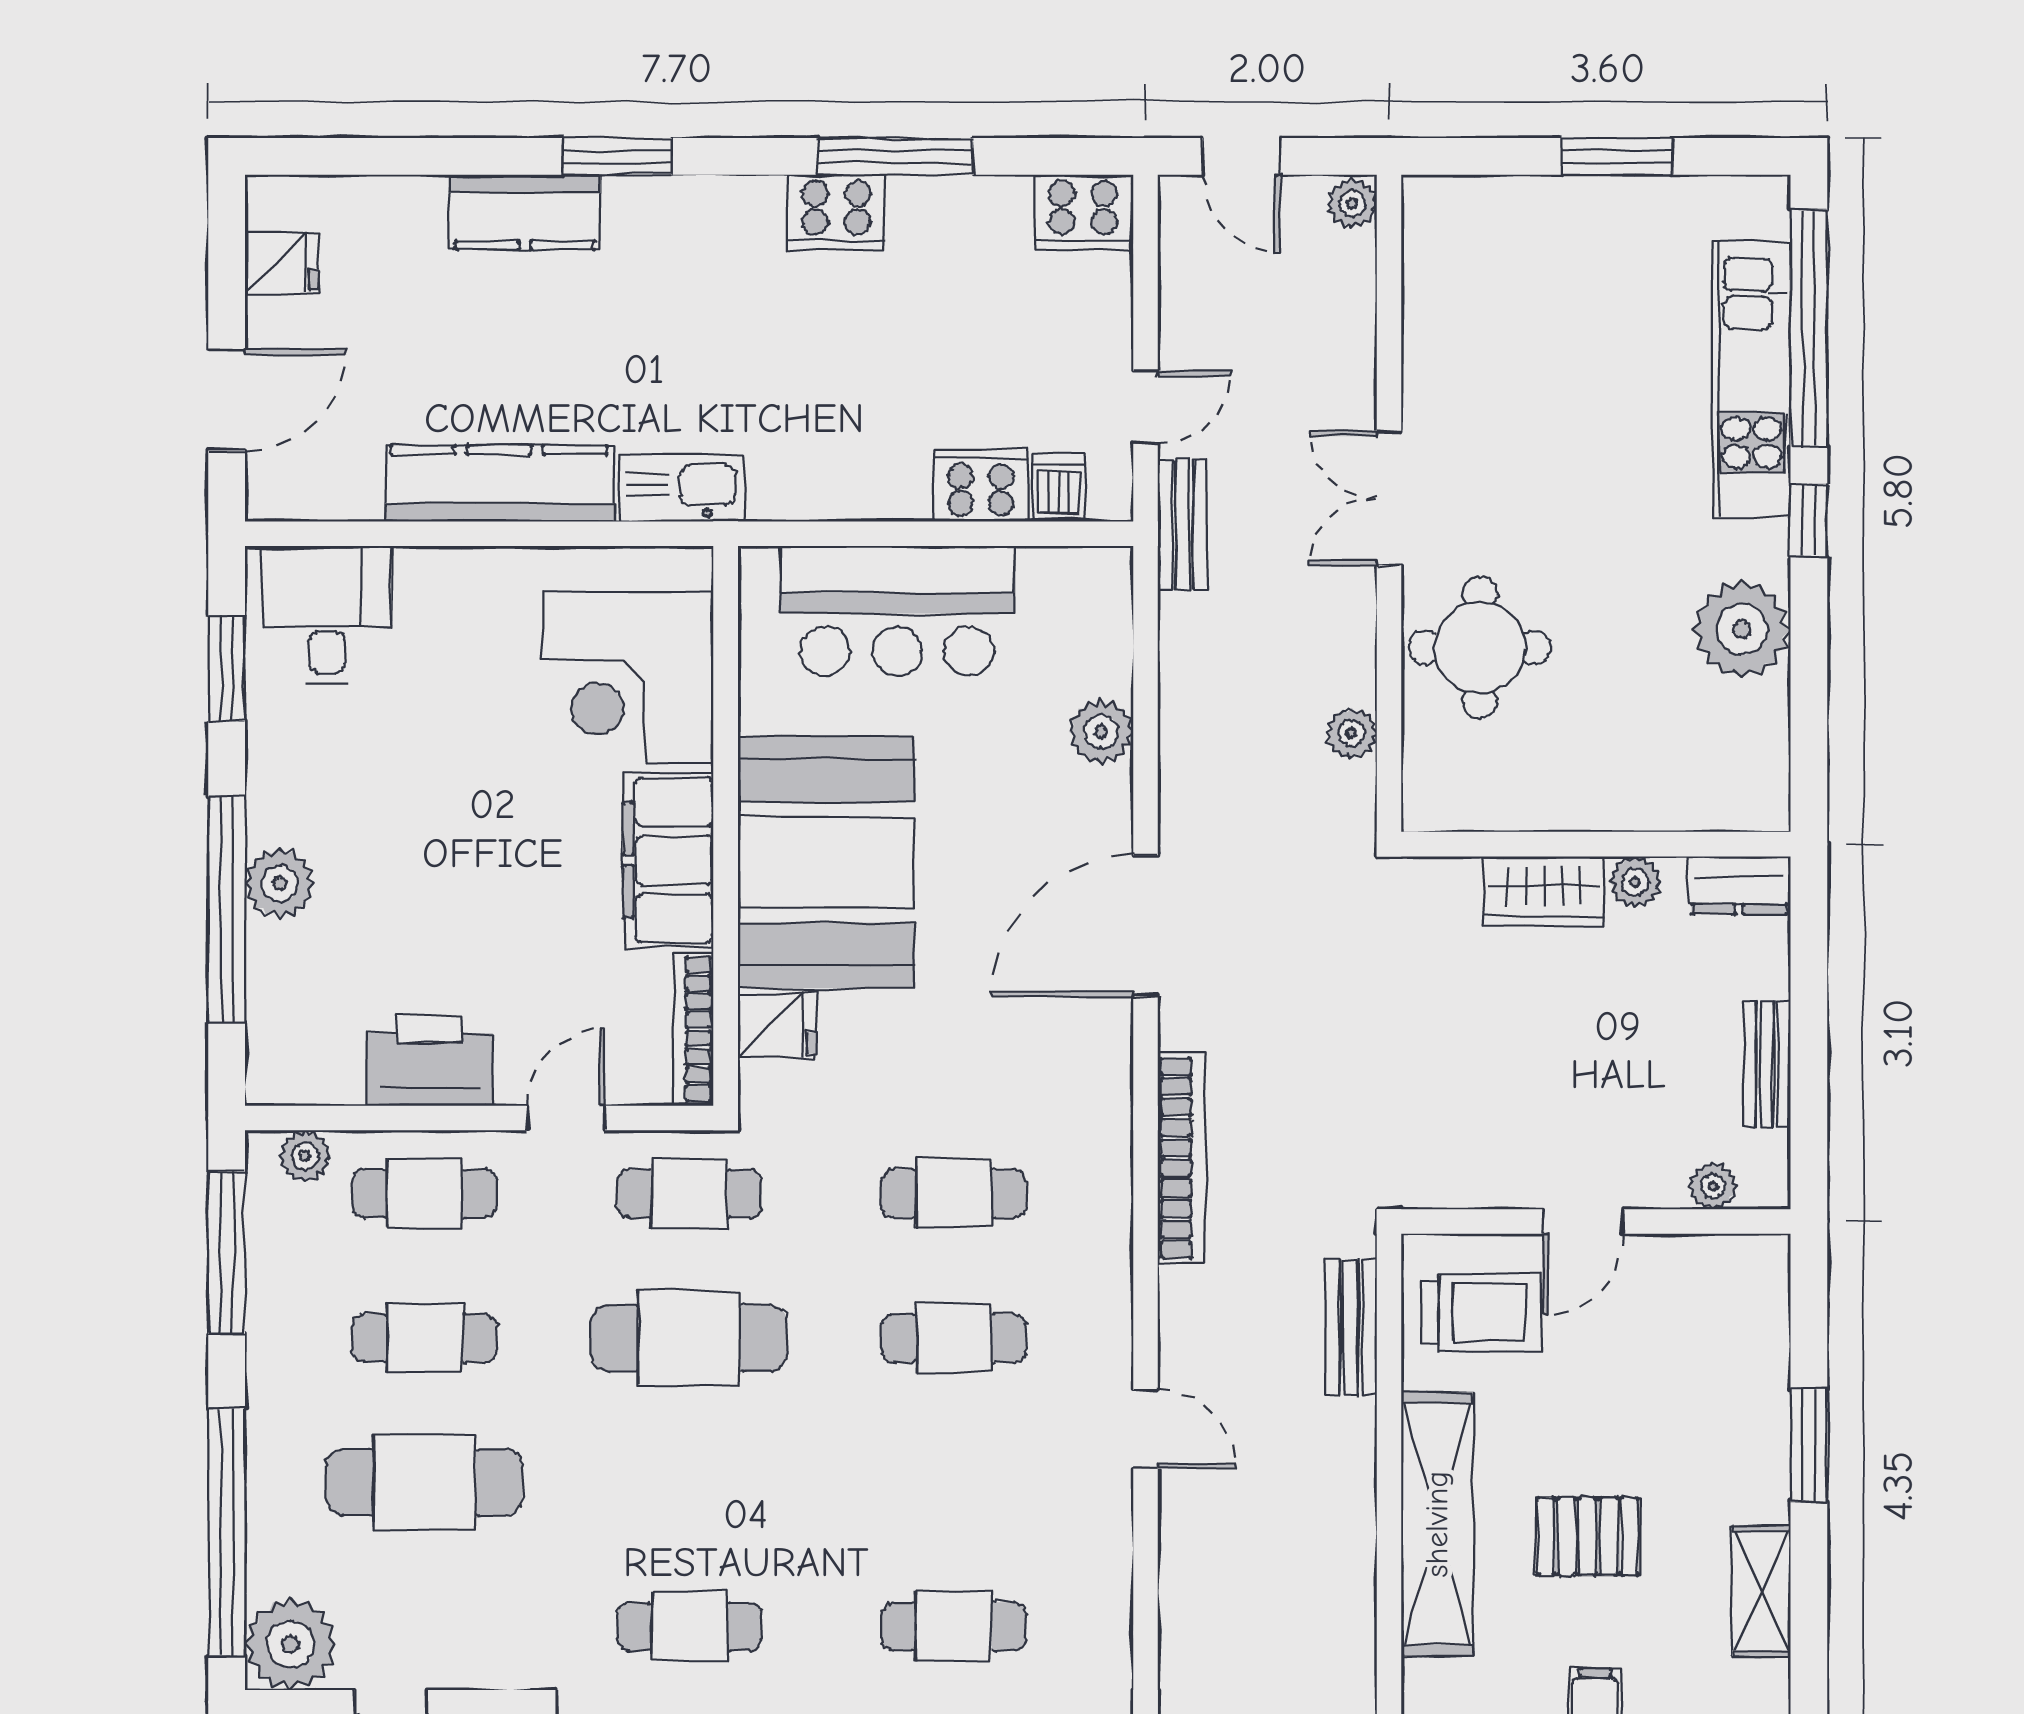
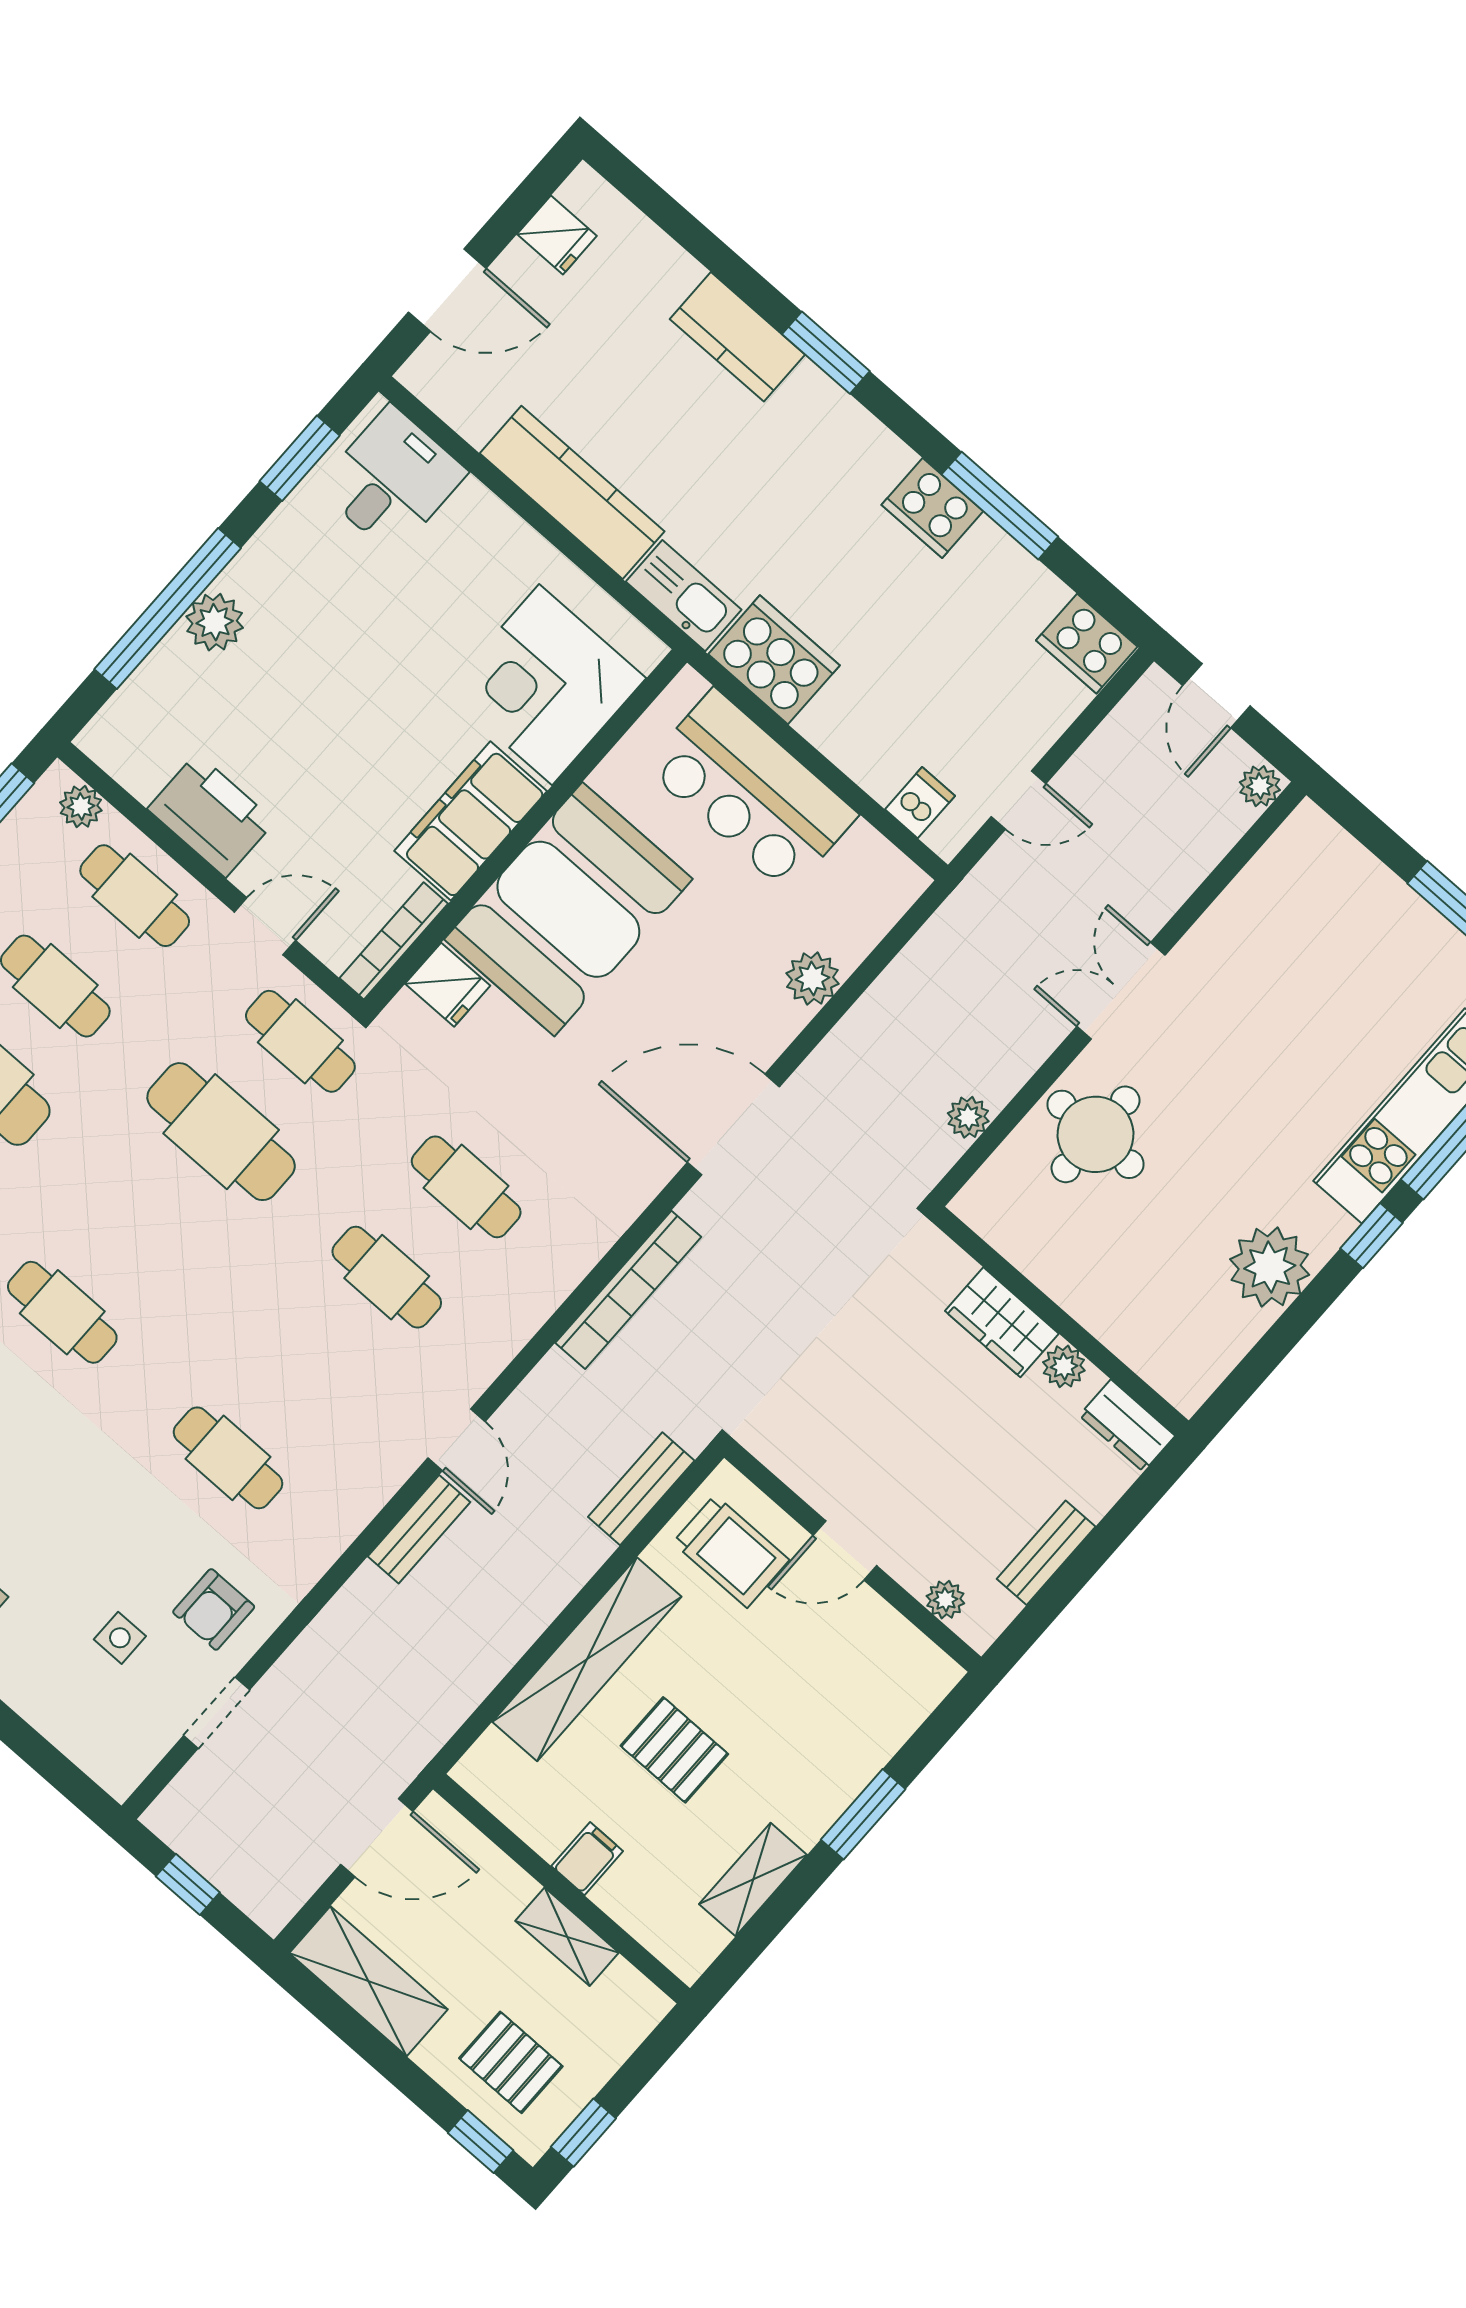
cooker: (981, 486) -> (774, 660), moved, width x1.37, depth x1.31
bench: (1183, 524) -> (419, 1529), moved

